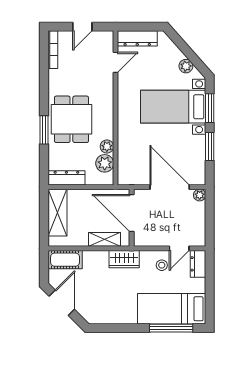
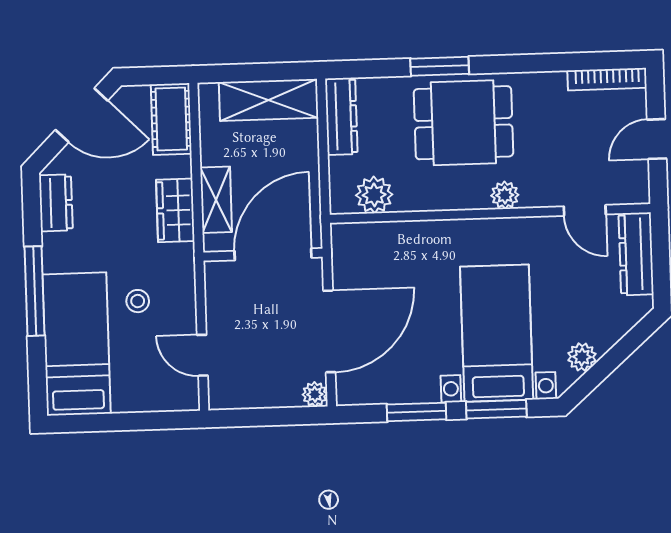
door: (82, 27) -> (657, 139), hinge flipped
plant: (107, 147) -> (505, 195), moved
wardrobe: (124, 259) -> (175, 210), moved
dresser: (198, 264) -> (56, 203), moved, turned 90
stool: (162, 265) -> (138, 301), moved
window: (171, 328) -> (35, 291), moved

